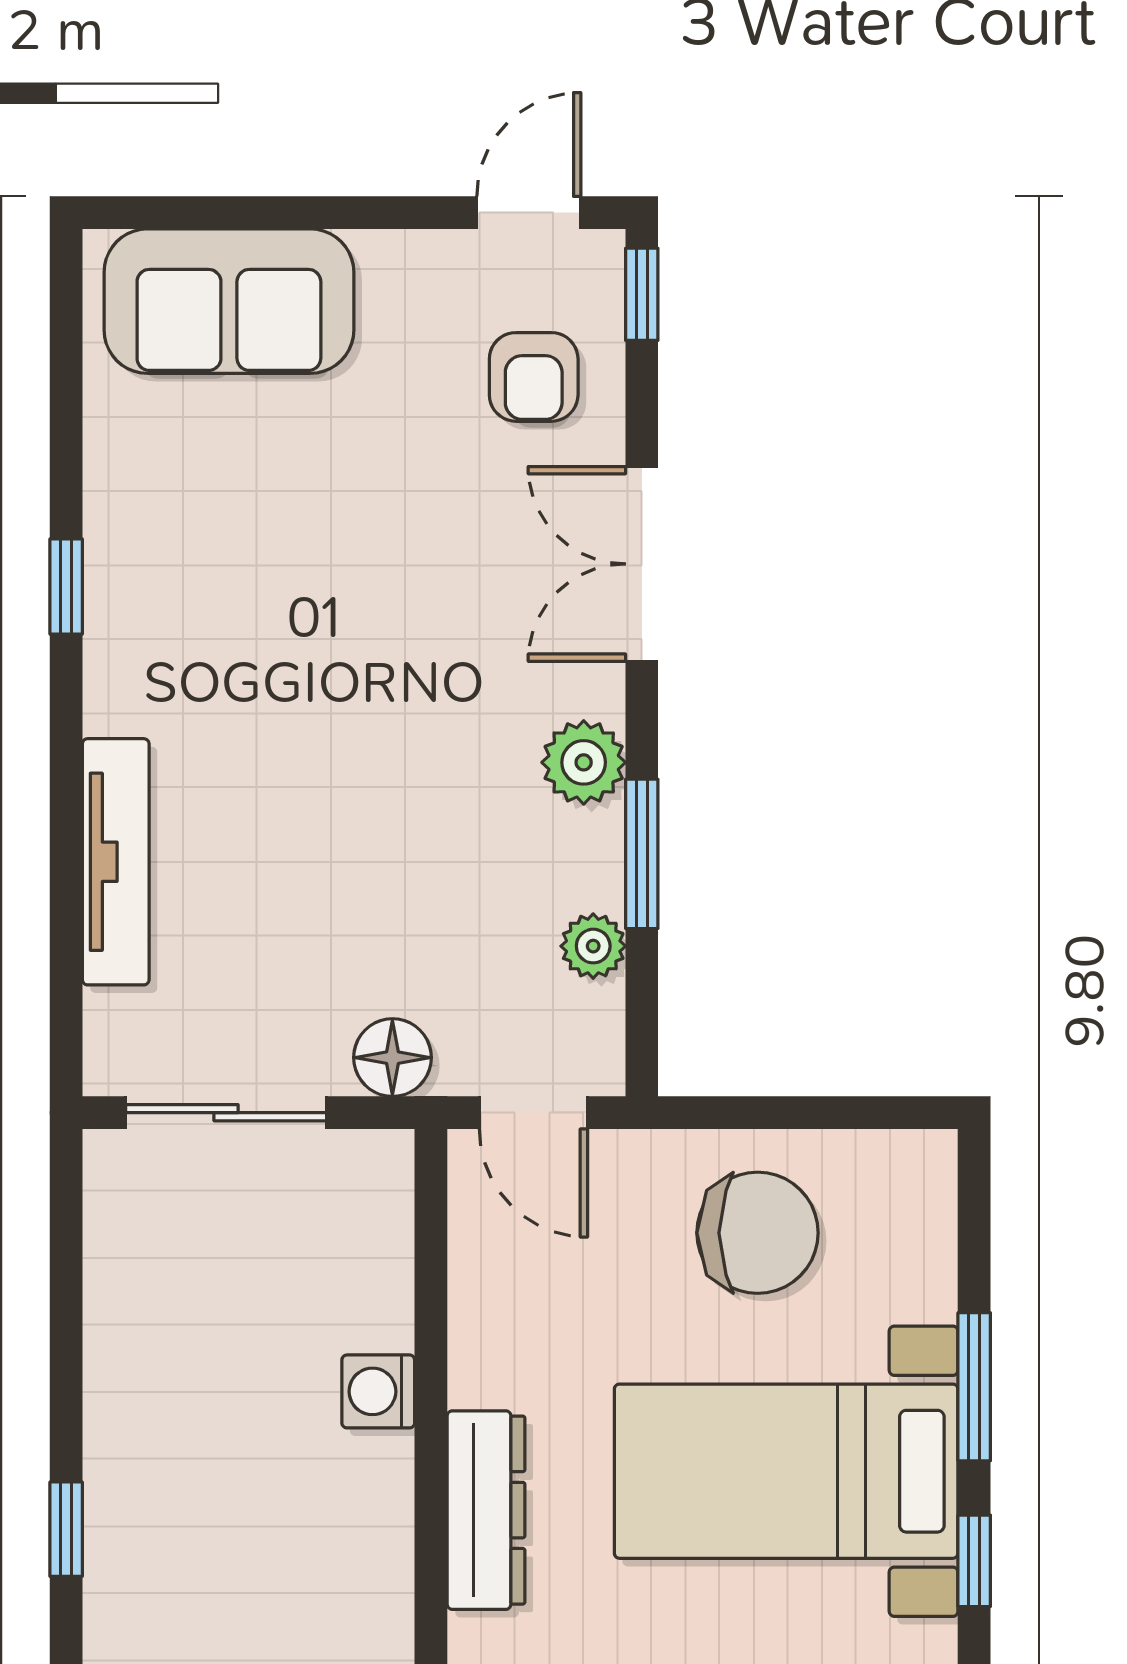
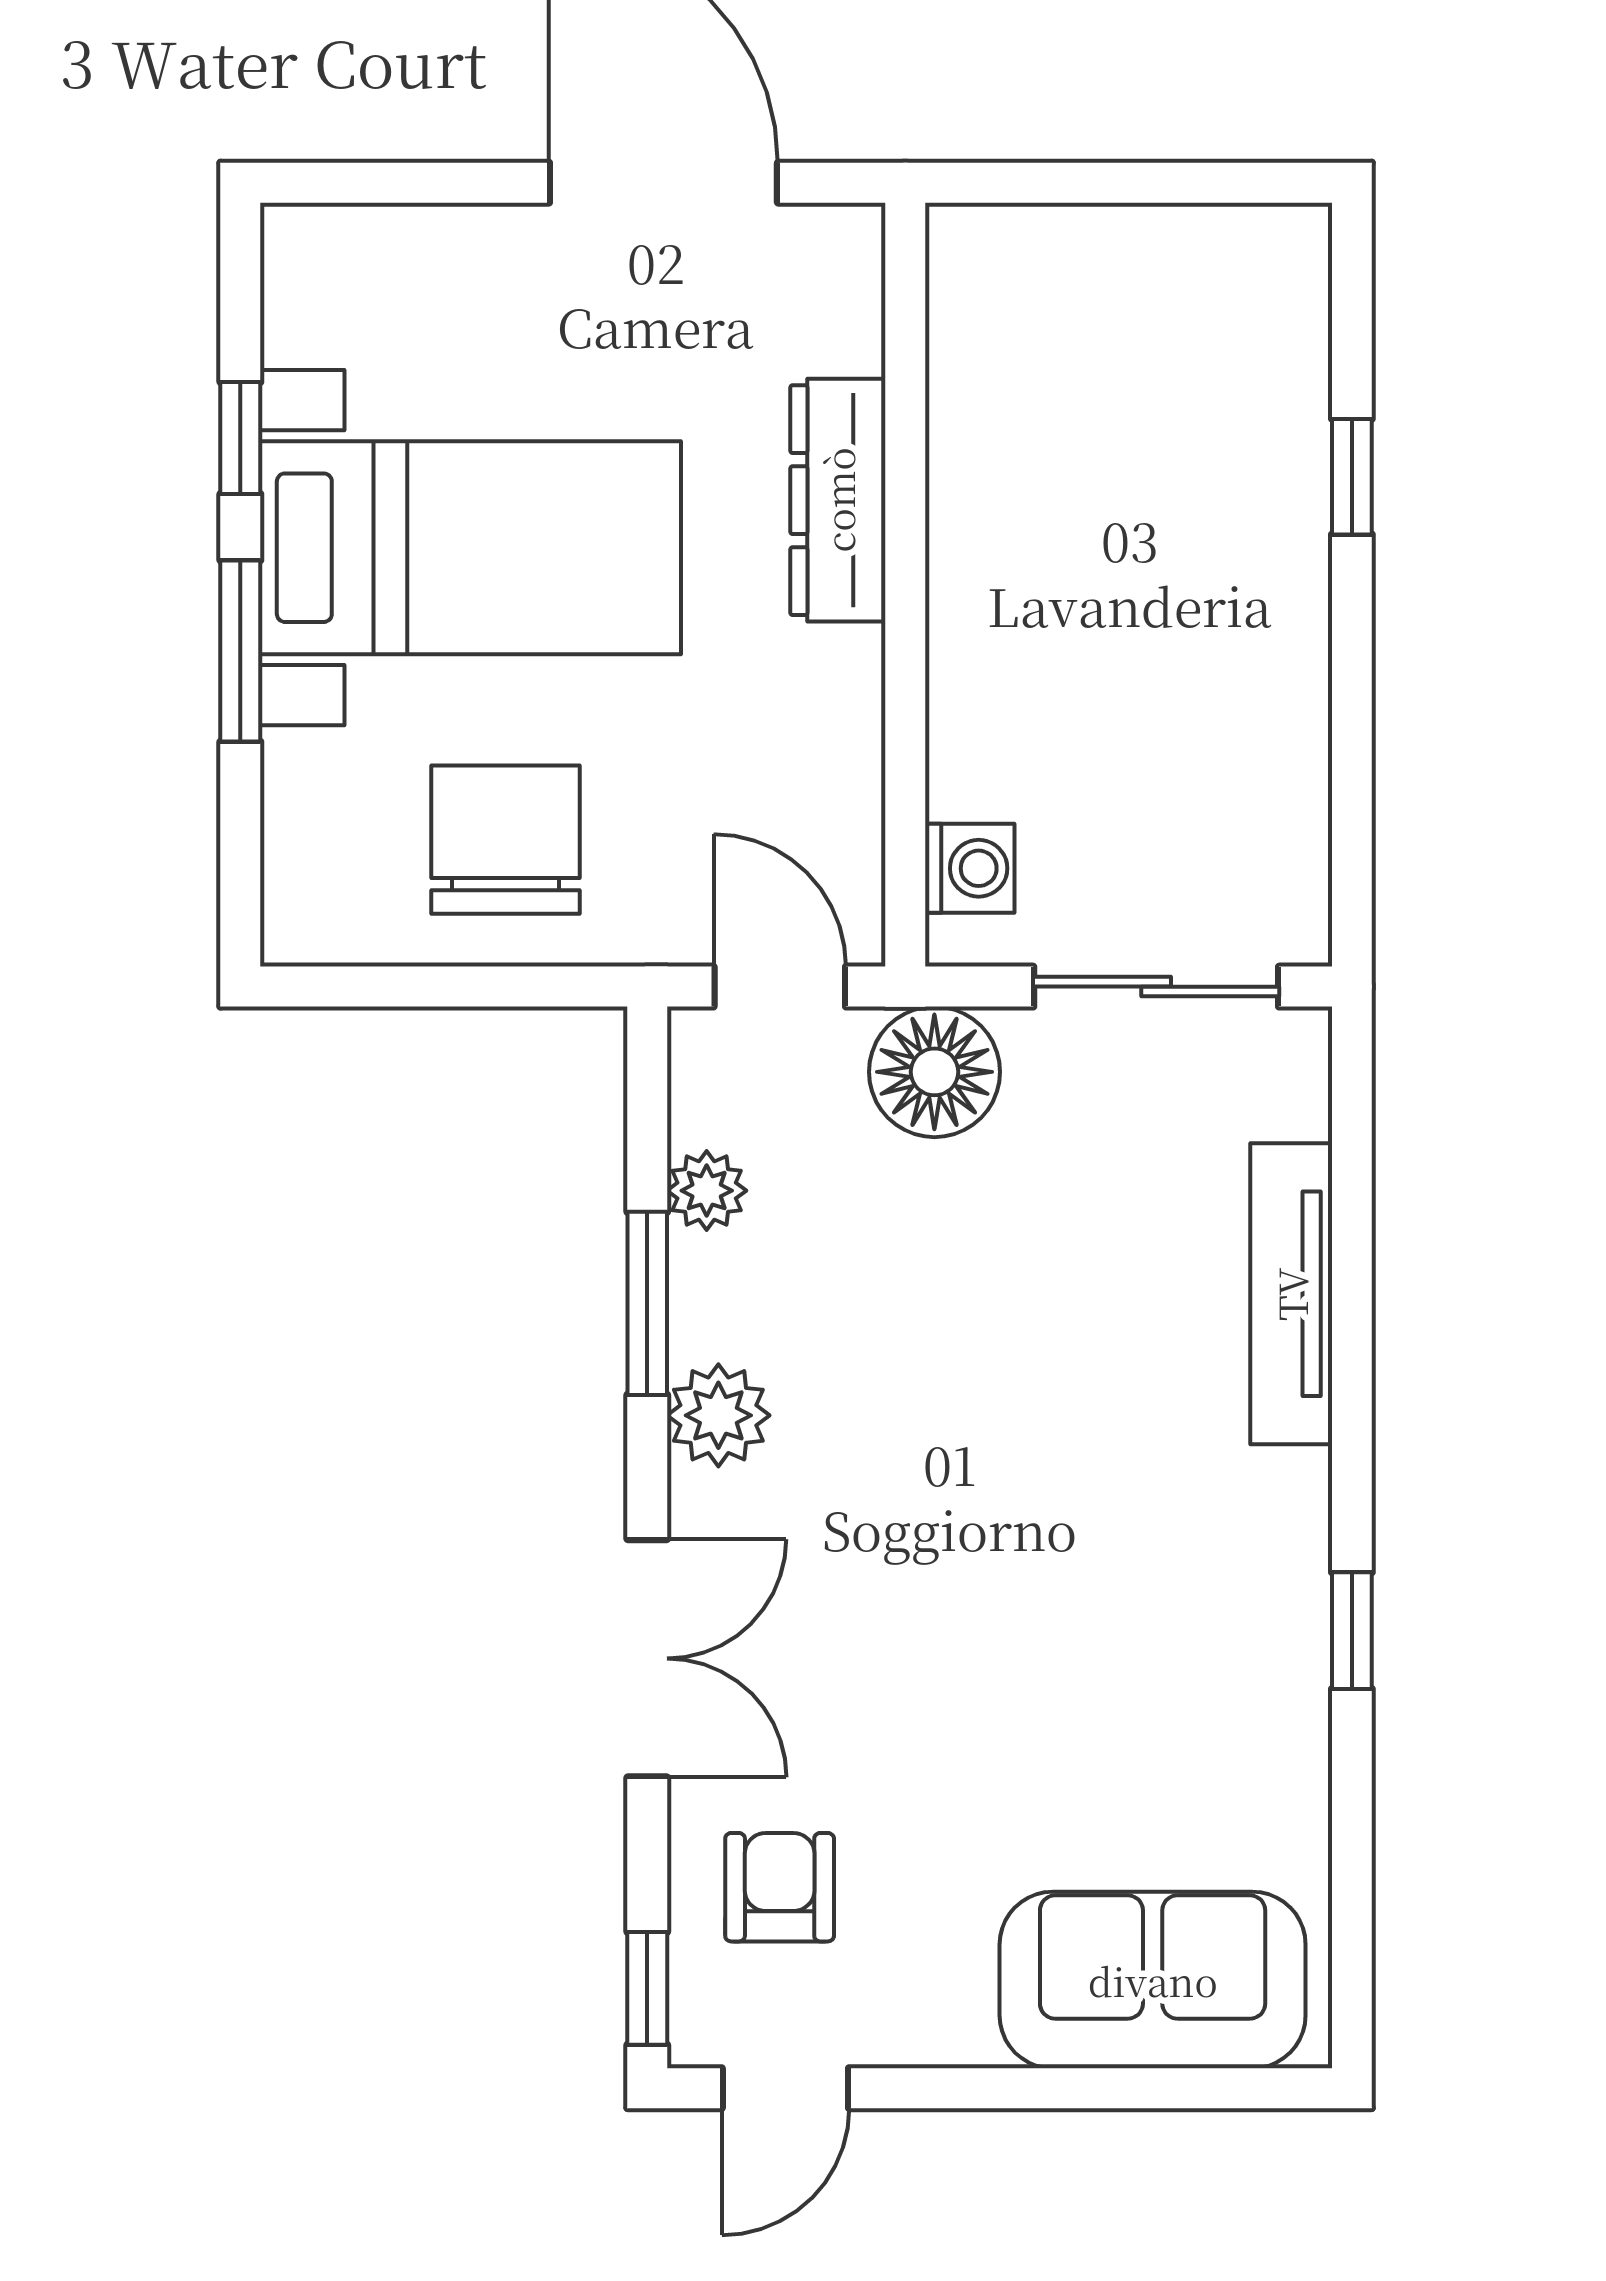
floor lamp: (392, 1058) -> (934, 1072), width x1.38, depth x1.38
chair: (758, 1233) -> (505, 840), turned 90
washing machine: (378, 1391) -> (970, 868), moved

